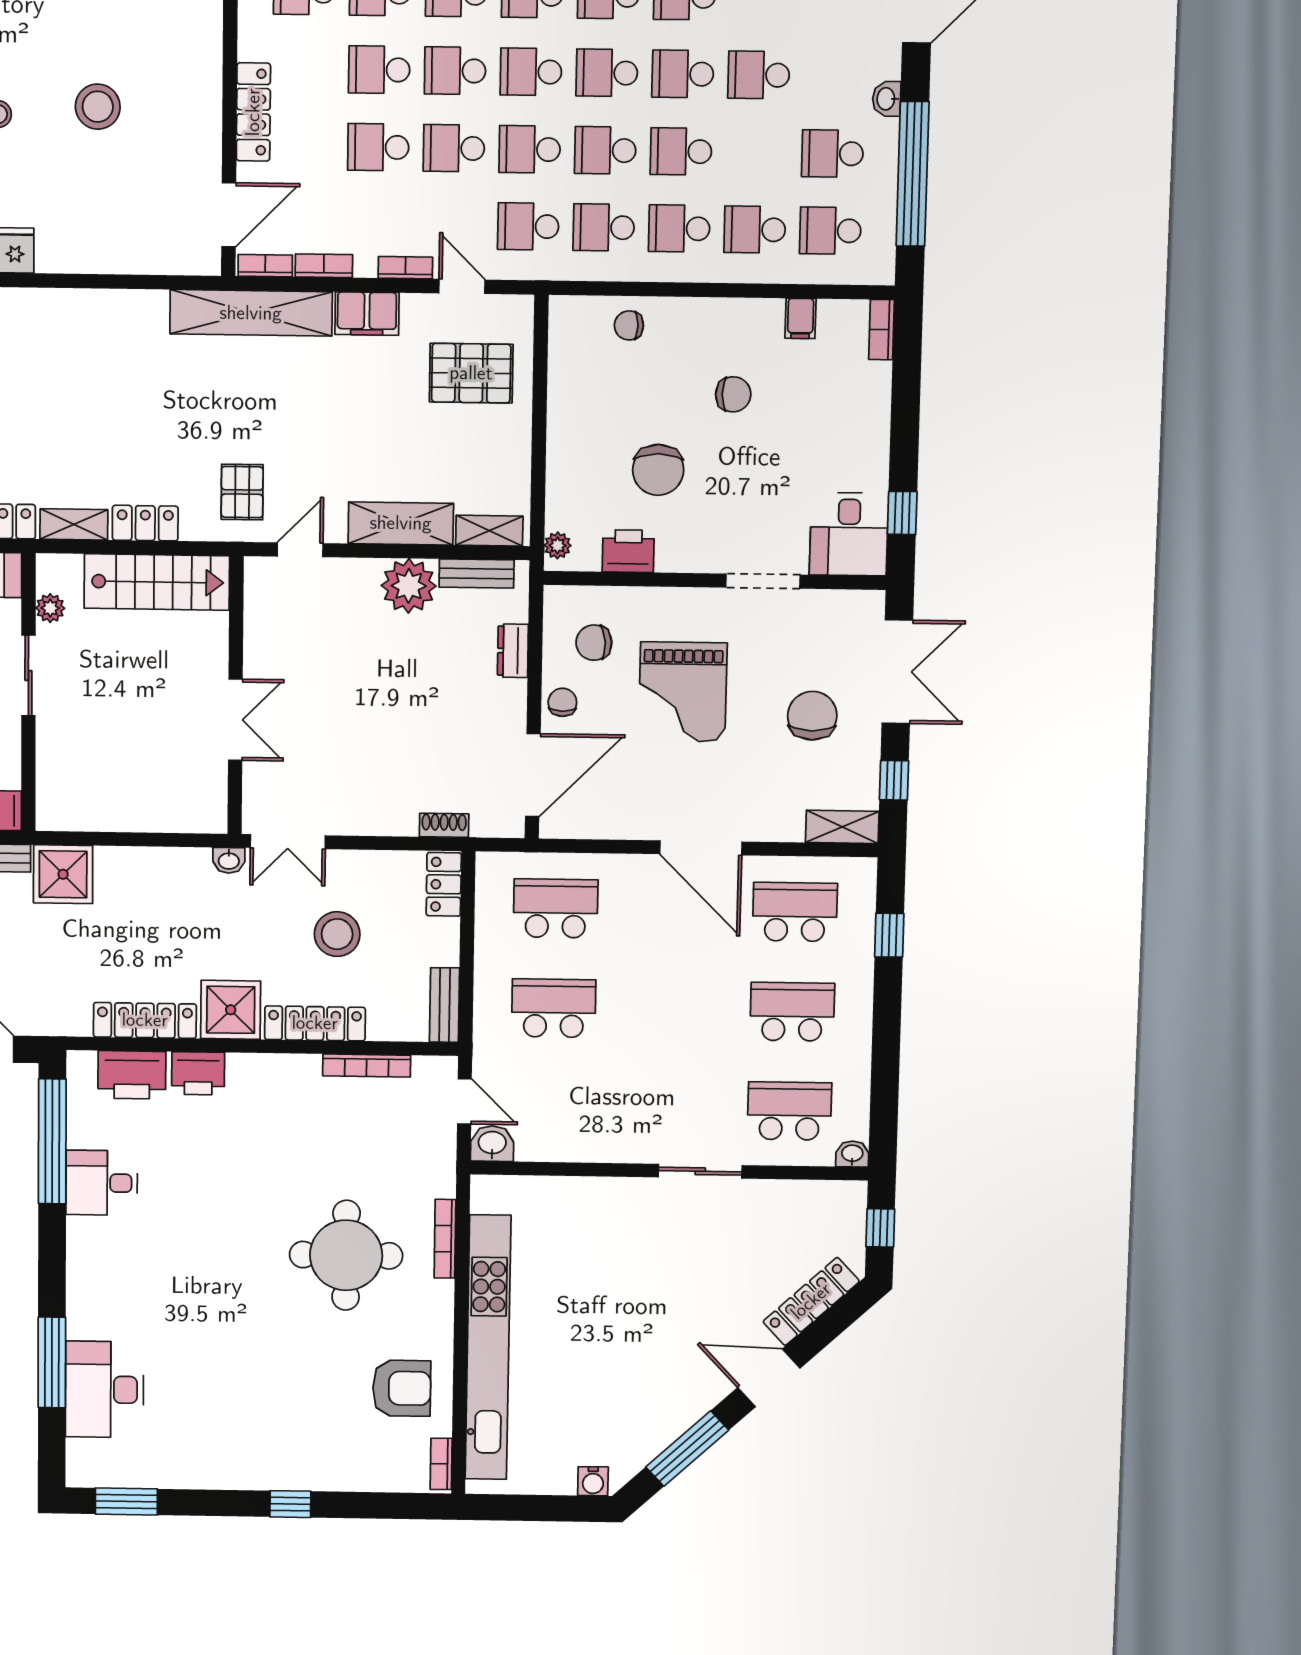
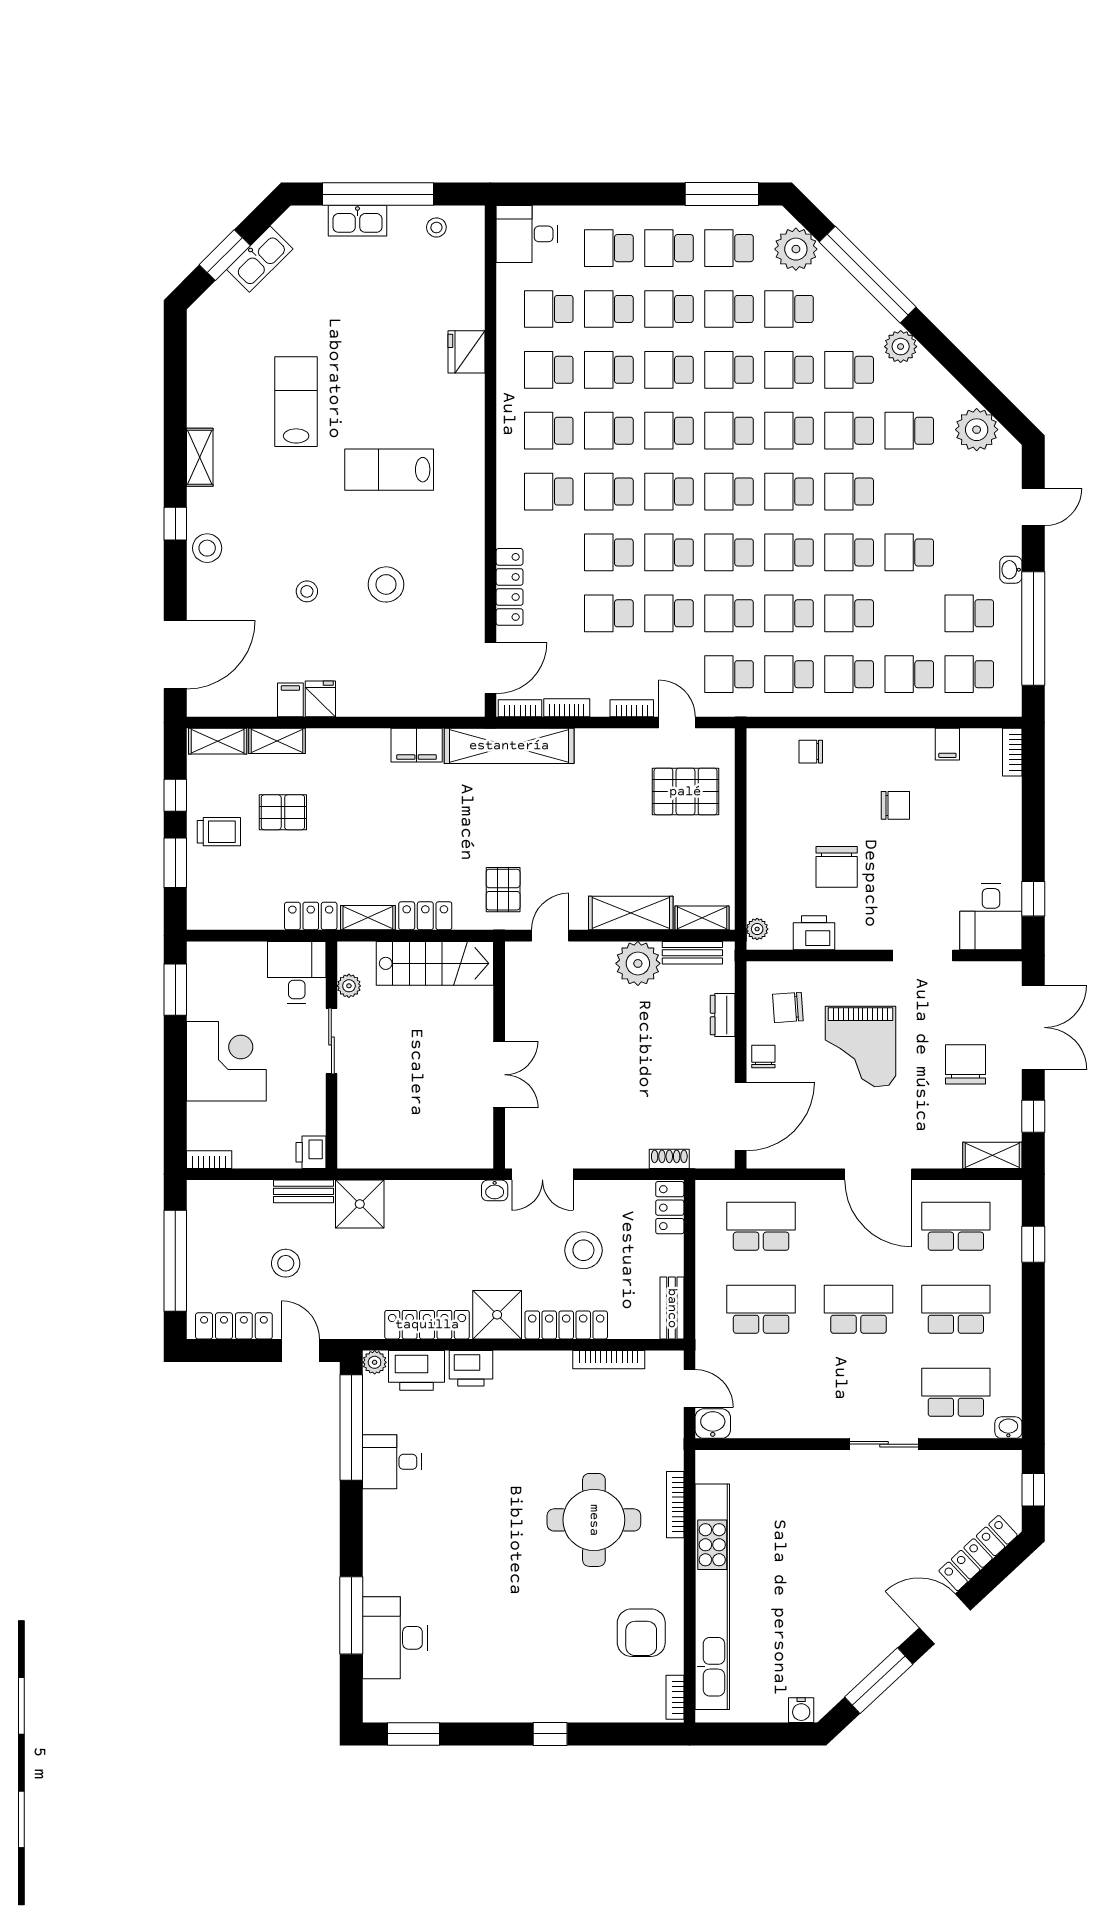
filing cabinet: (367, 314) -> (417, 745), moved
school desk: (673, 1010) -> (858, 1309), added
plant: (81, 1064) -> (375, 1362), added
armchair: (402, 1388) -> (641, 1633), turned 90

